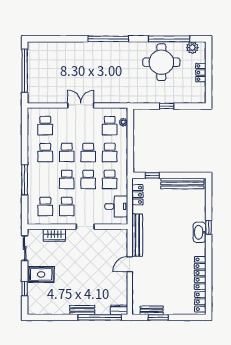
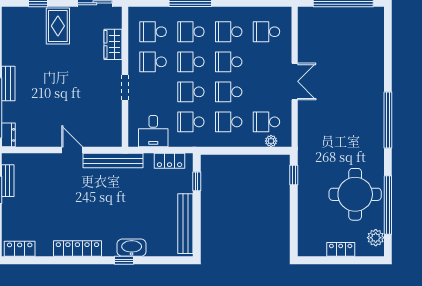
window: (167, 106) -> (294, 175), moved
school desk: (45, 180) -> (191, 32), added
washbasin: (199, 232) -> (132, 248), moved
locker: (200, 273) -> (77, 249), moved

